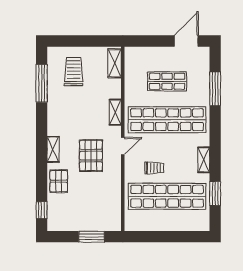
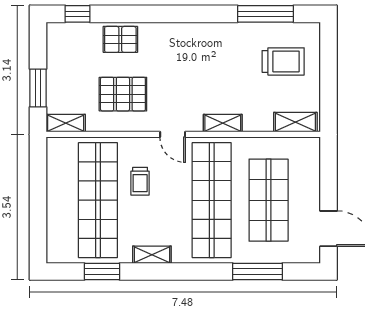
shop shelf: (167, 81) -> (269, 200), width x1.43, depth x1.36
shelving: (53, 149) -> (66, 123), moved
pallet: (91, 156) -> (123, 94), moved

